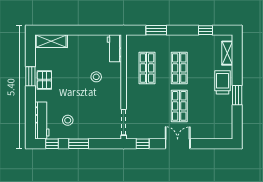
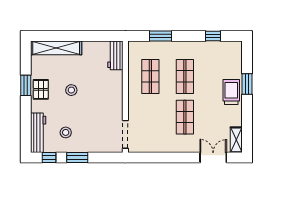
shelving: (51, 41) -> (56, 48), width x1.47
shelving: (227, 53) -> (236, 140), moved
stool: (96, 77) -> (71, 90), moved
window: (237, 95) -> (247, 84), moved
window: (143, 144) -> (146, 158), removed
double door: (178, 144) -> (213, 158), moved

